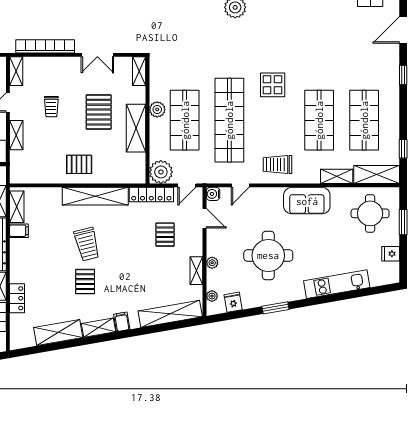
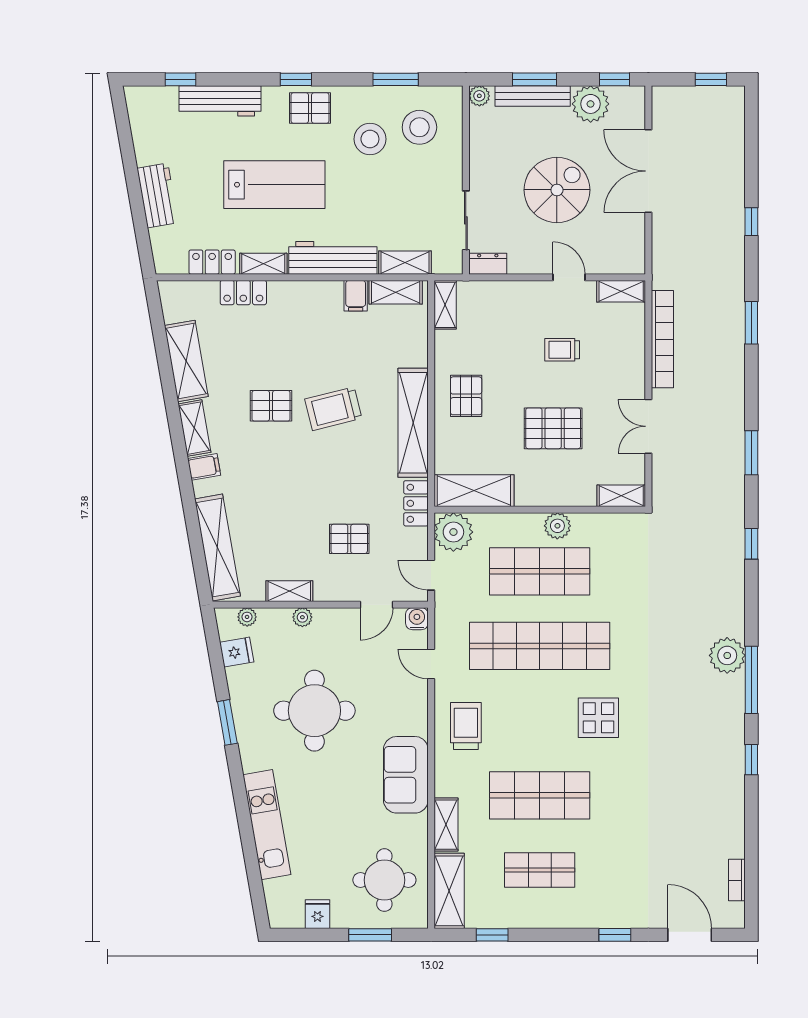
shop shelf: (364, 120) -> (540, 870), width x0.70, depth x0.74
shelving: (136, 128) -> (474, 491), moved
shelving: (16, 135) -> (445, 305), moved, turned 90
locker: (151, 195) -> (416, 503), width x0.66

